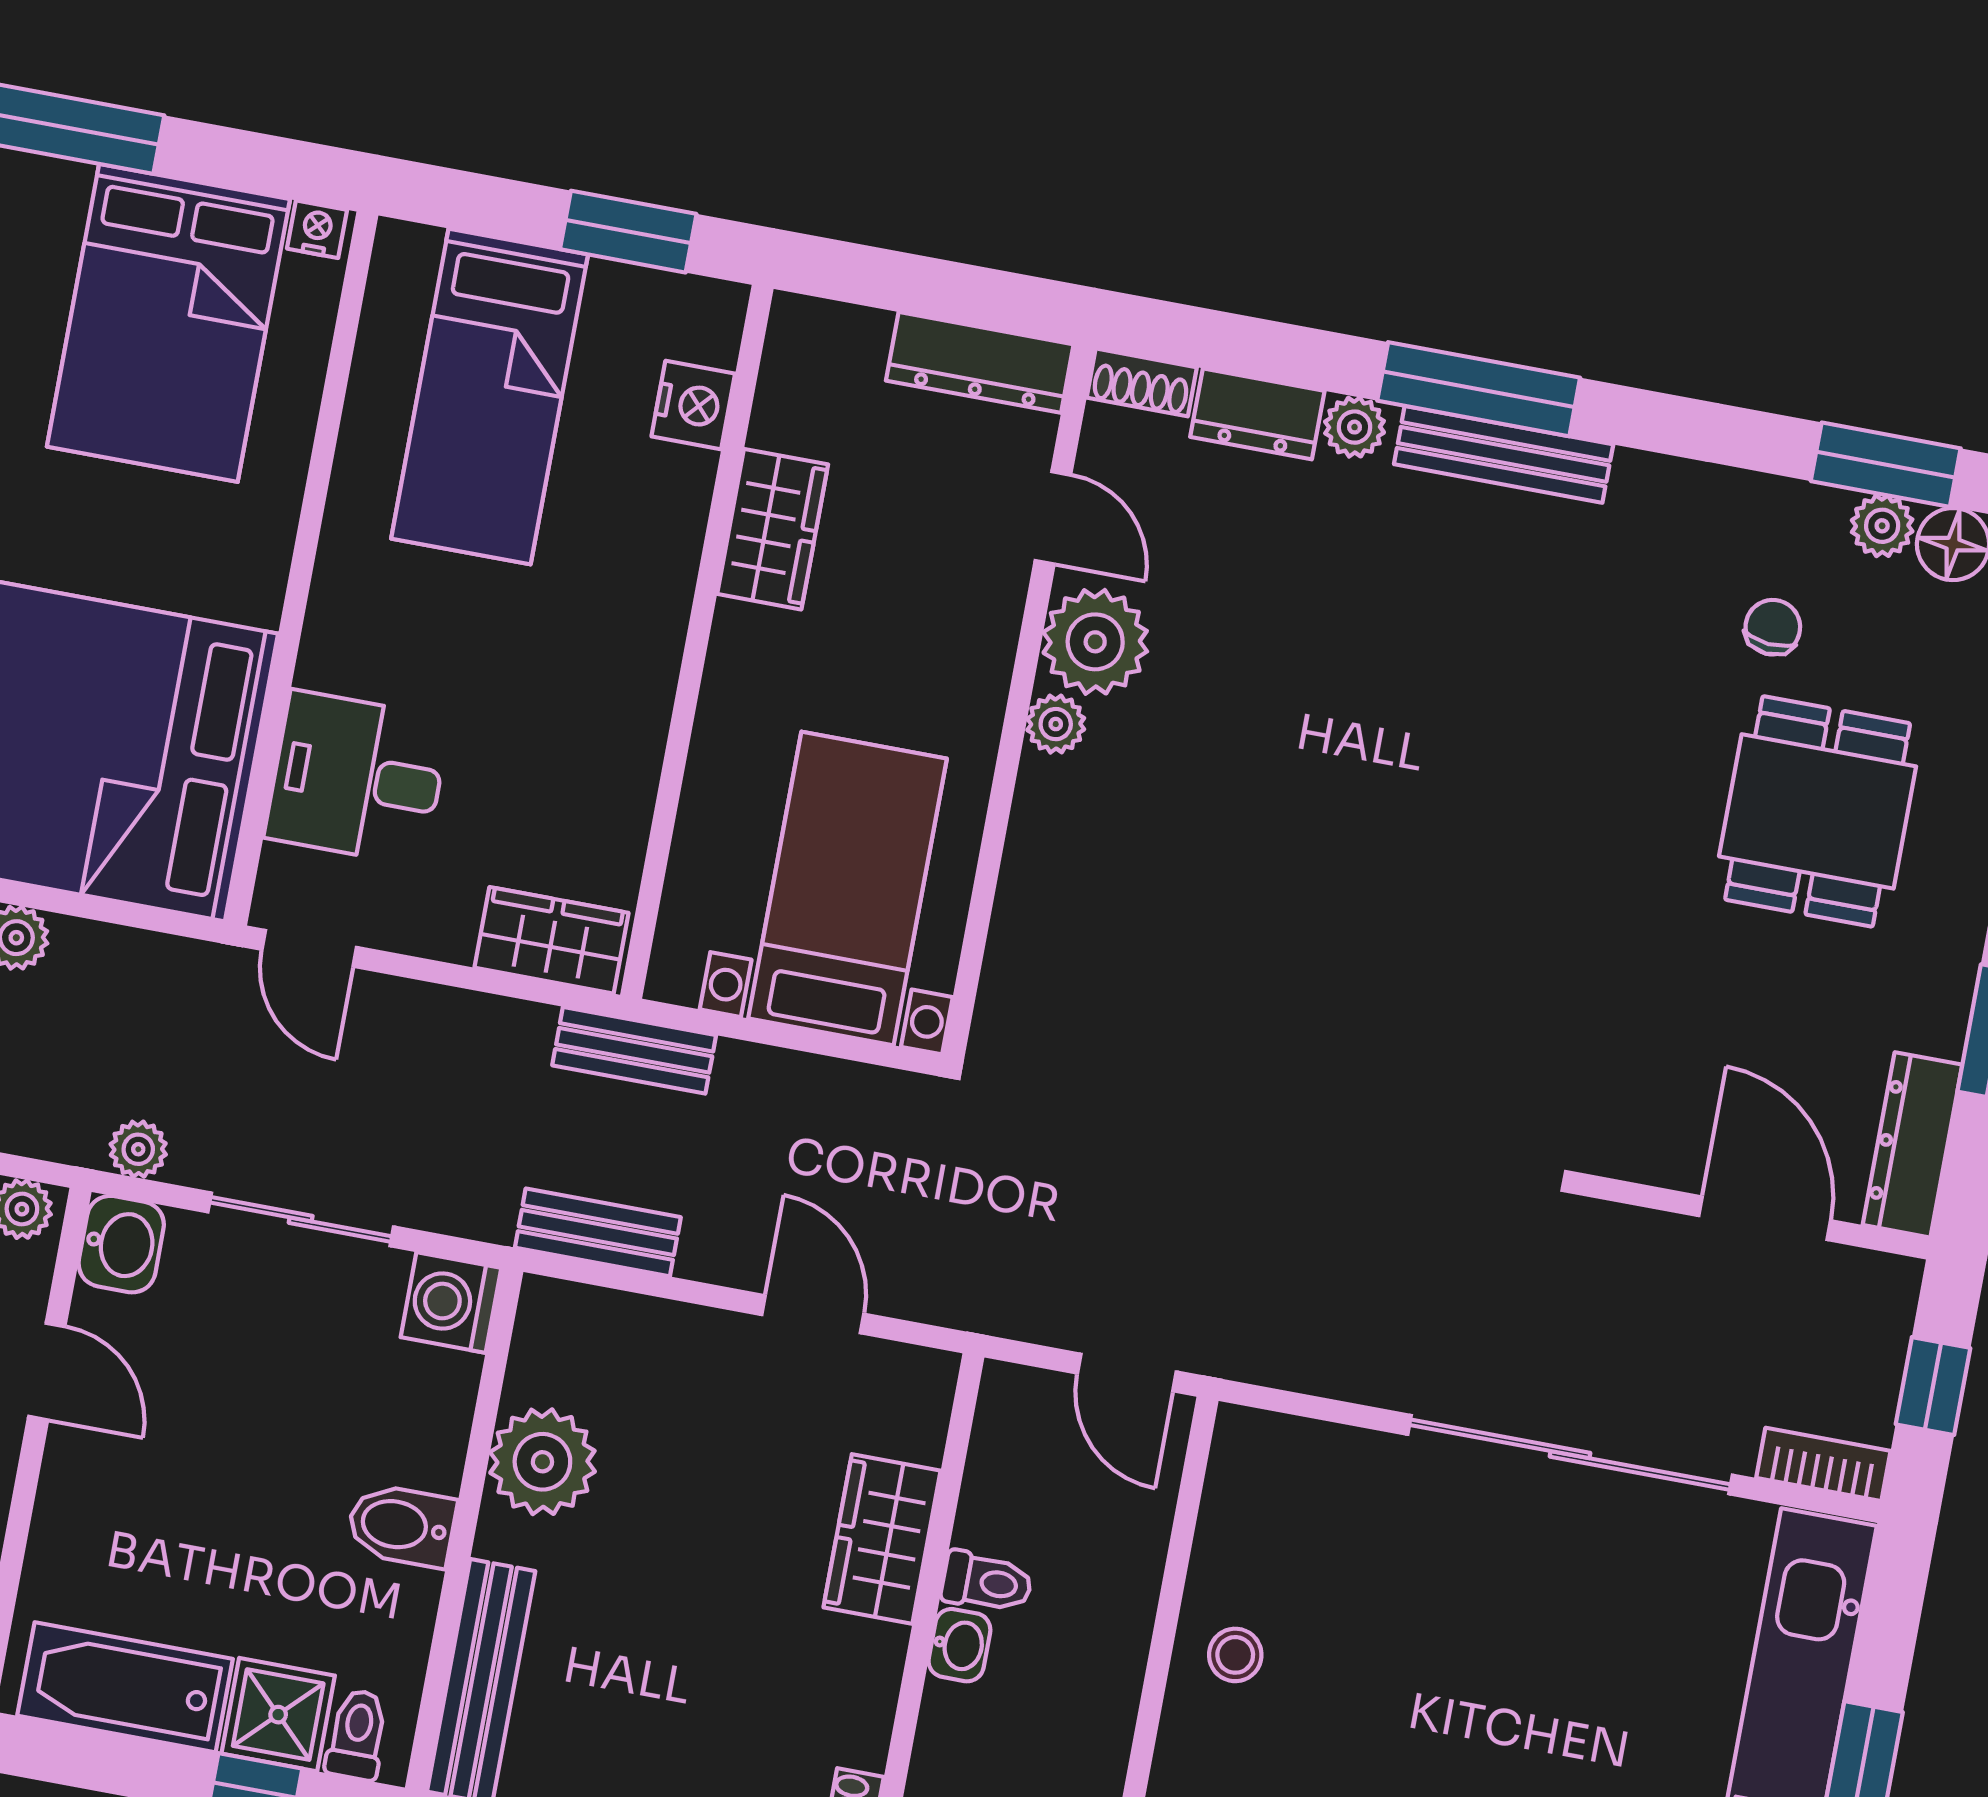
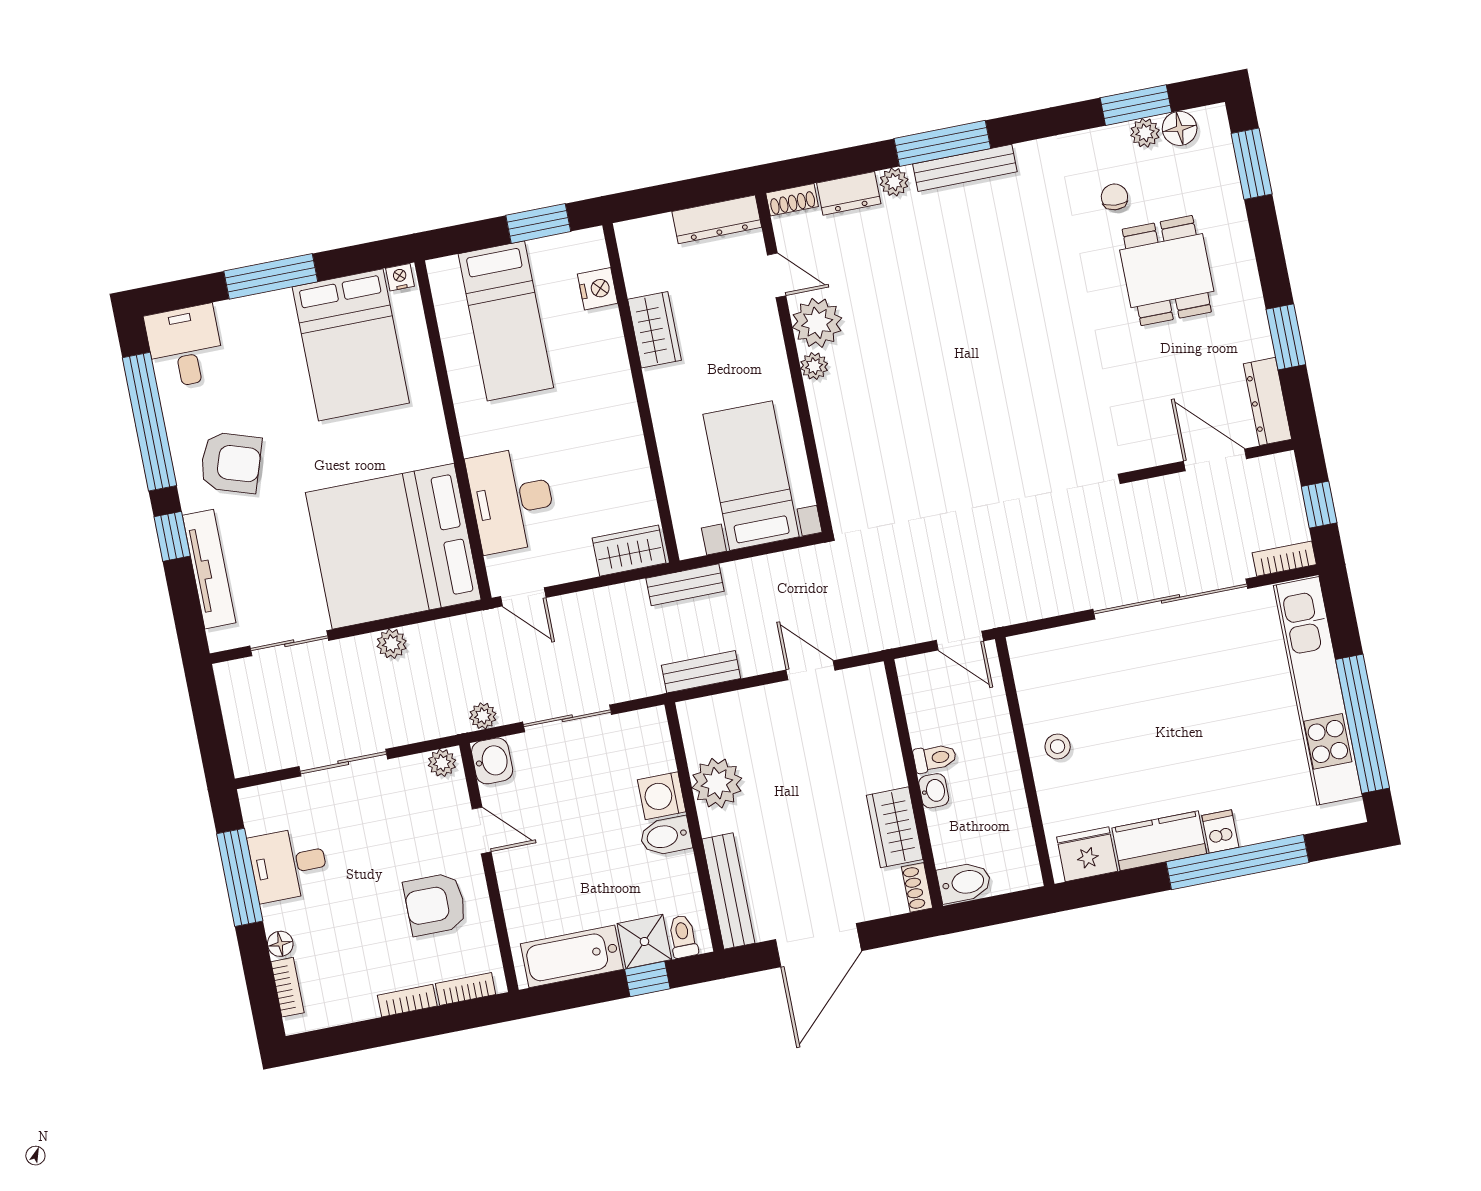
desk: (357, 778) -> (512, 500), width x1.37
washing machine: (451, 1303) -> (662, 796), moved
wardrobe: (882, 1539) -> (895, 827), moved

